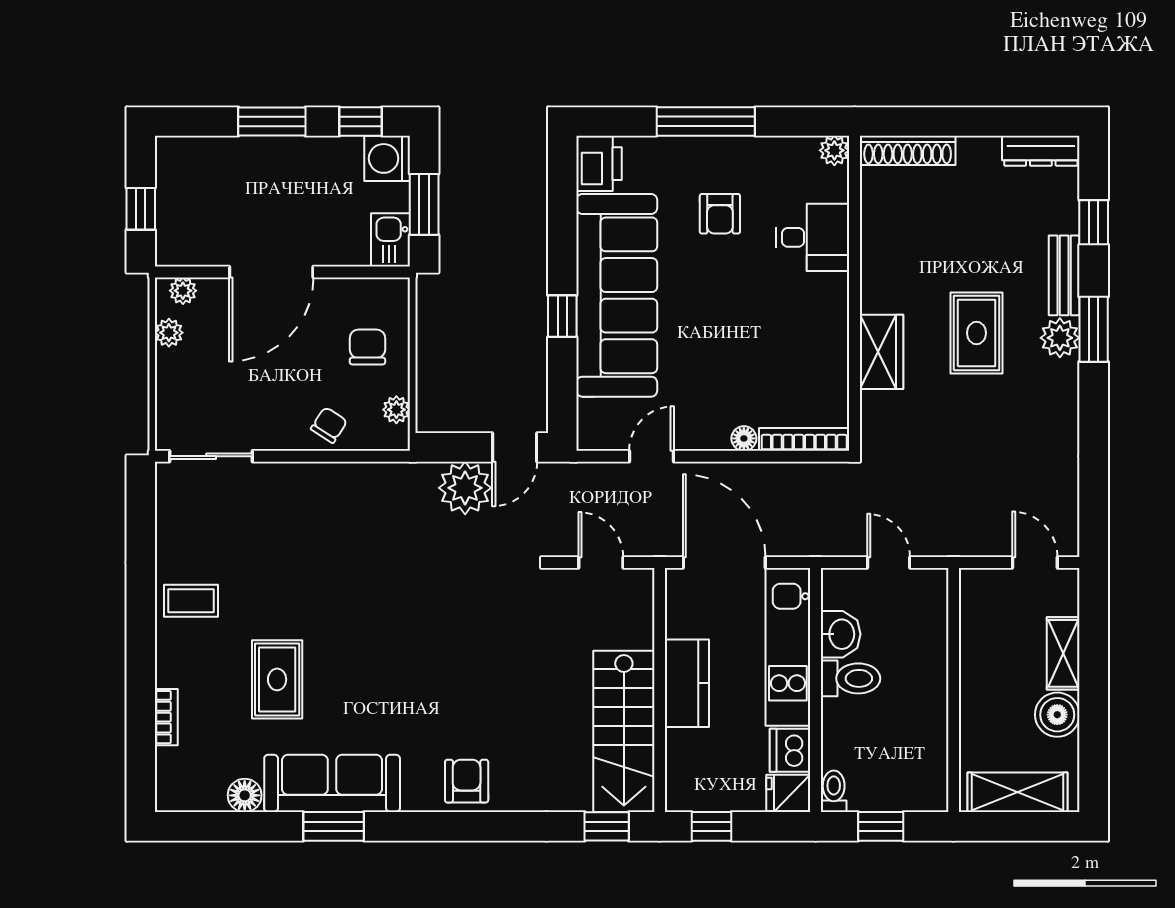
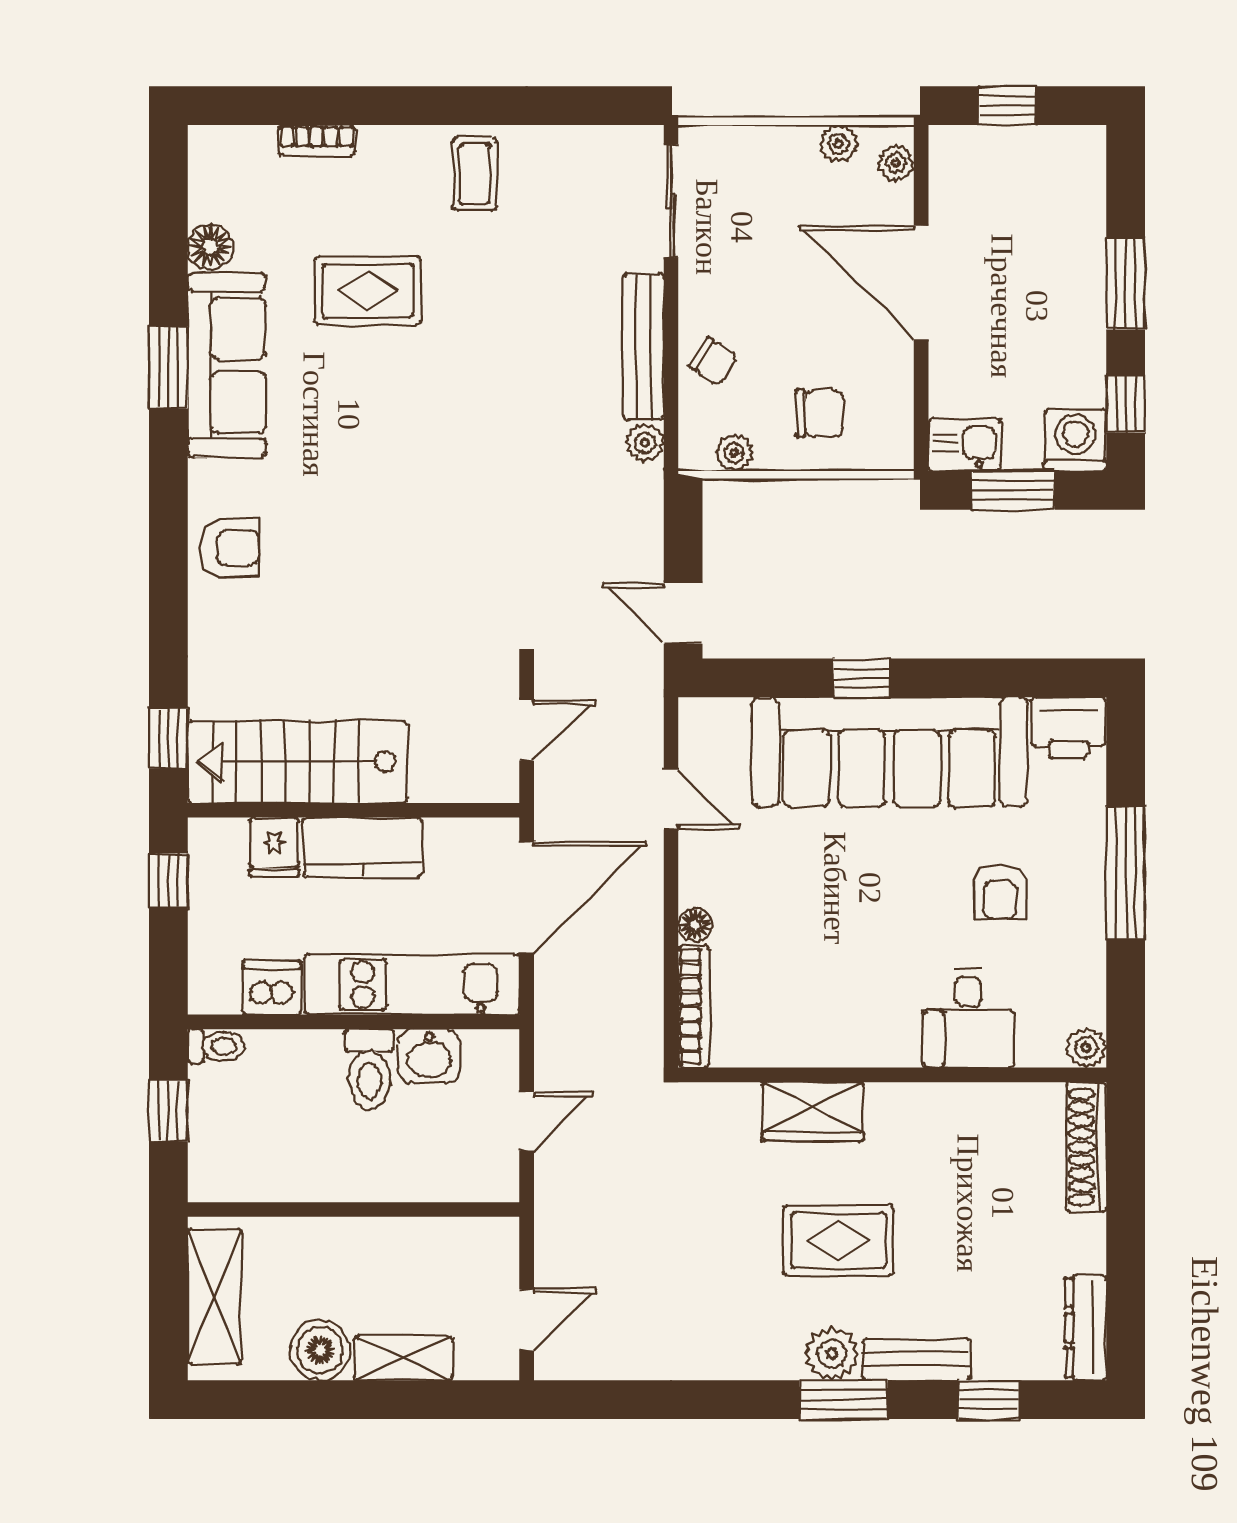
armchair: (720, 214) -> (1000, 892), turned -90
bench: (318, 477) -> (643, 347), added
plant: (465, 488) -> (645, 443), moved, width x0.53, depth x0.53
fridge: (788, 793) -> (274, 847), moved, turned 180

